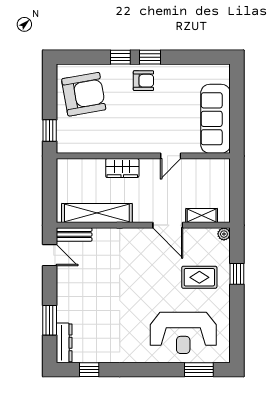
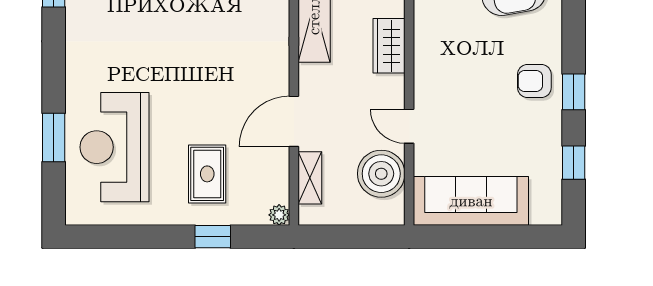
window: (120, 57) -> (574, 163), moved
armchair: (143, 81) -> (534, 81), turned 90
boiler: (199, 173) -> (381, 174), added
window: (199, 370) -> (54, 138), moved

